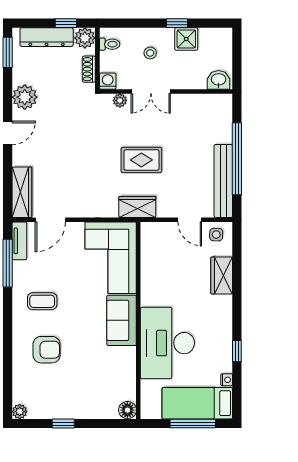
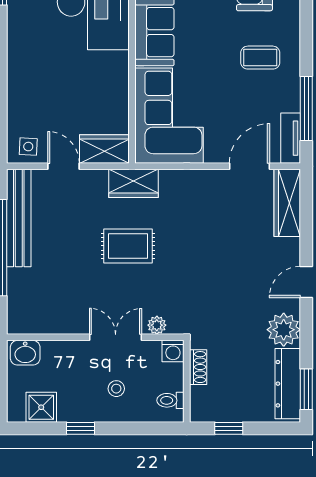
dresser: (47, 37) -> (288, 384), moved, turned -90
plant: (85, 38) -> (203, 409), removed
shower: (186, 39) -> (41, 407), moved
wardrobe: (222, 275) -> (104, 149), moved, turned -90

